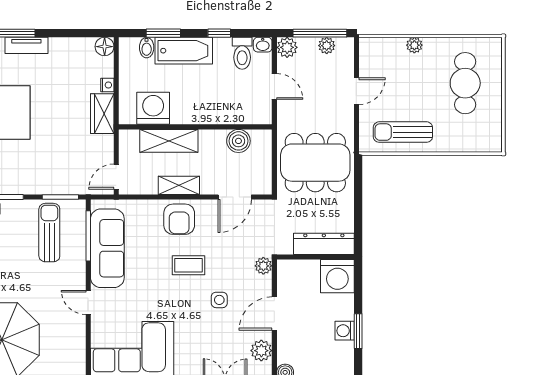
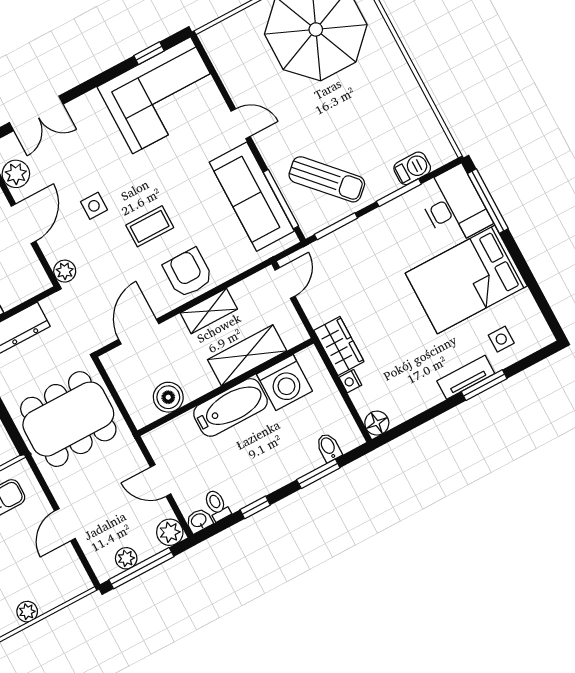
bathtub: (184, 51) -> (230, 407), moved, turned 180
toilet: (242, 53) -> (217, 505), width x0.73, depth x0.72
sun lounger: (49, 233) -> (327, 179), turned -43

